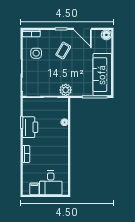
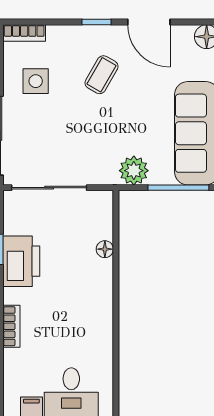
plant: (66, 90) -> (134, 171), moved

